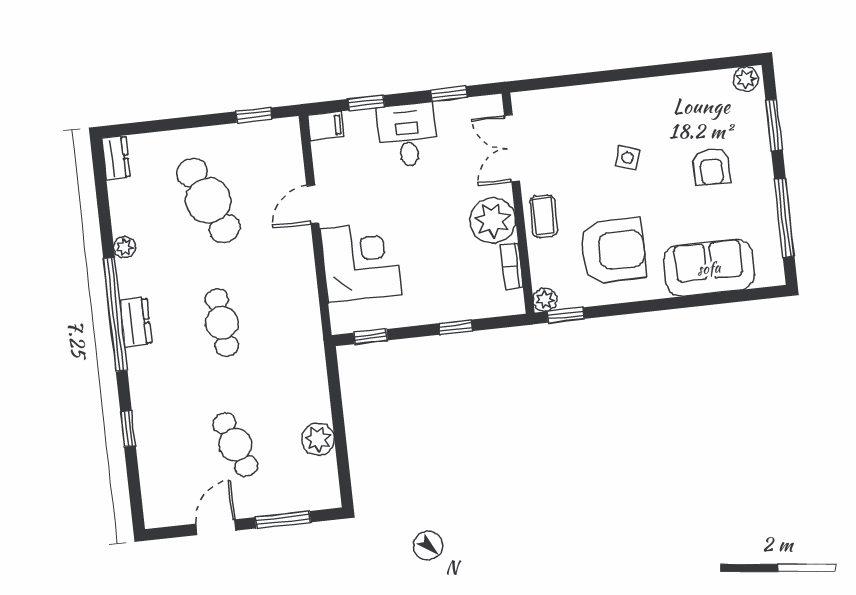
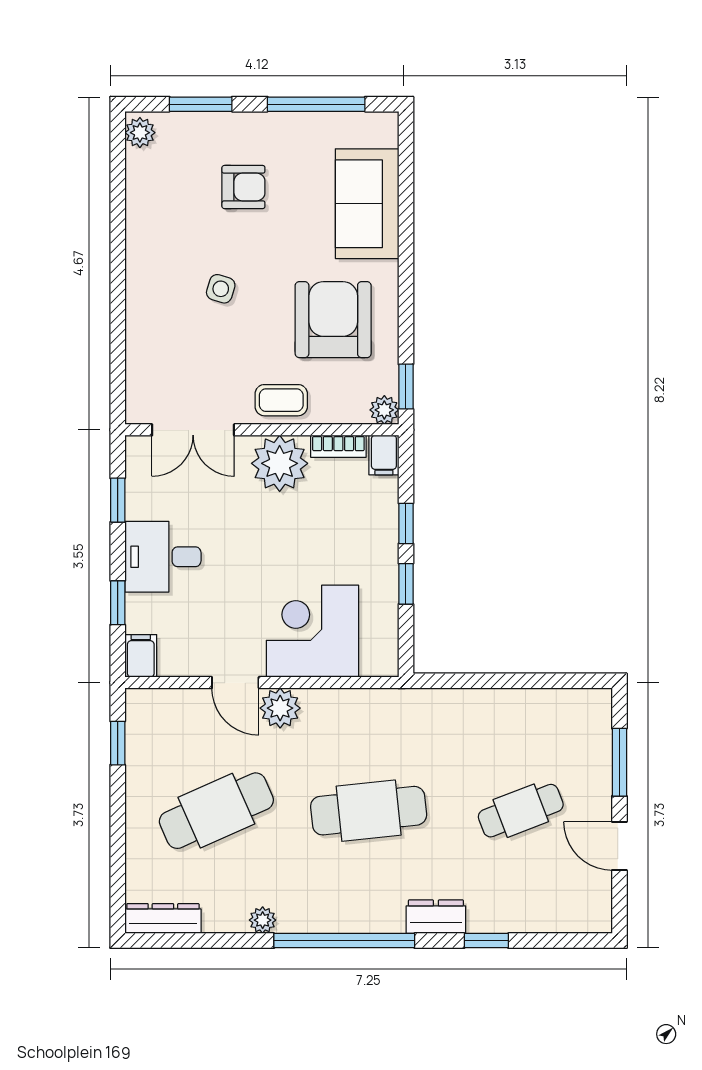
dresser: (116, 158) -> (163, 919), width x1.44
filing cabinet: (509, 303) -> (384, 455), added
dresser: (136, 322) -> (436, 917), moved
cafe table: (222, 323) -> (369, 811), width x1.37, depth x1.35
window: (371, 337) -> (406, 584), moved
plant: (318, 439) -> (280, 708), moved

